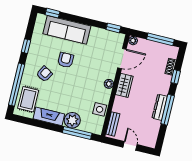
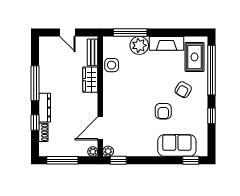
sofa: (67, 30) -> (177, 145), width x0.73
plant: (109, 84) -> (108, 151), moved
wardrobe: (124, 85) -> (90, 80), moved
dresser: (160, 107) -> (45, 108), moved

